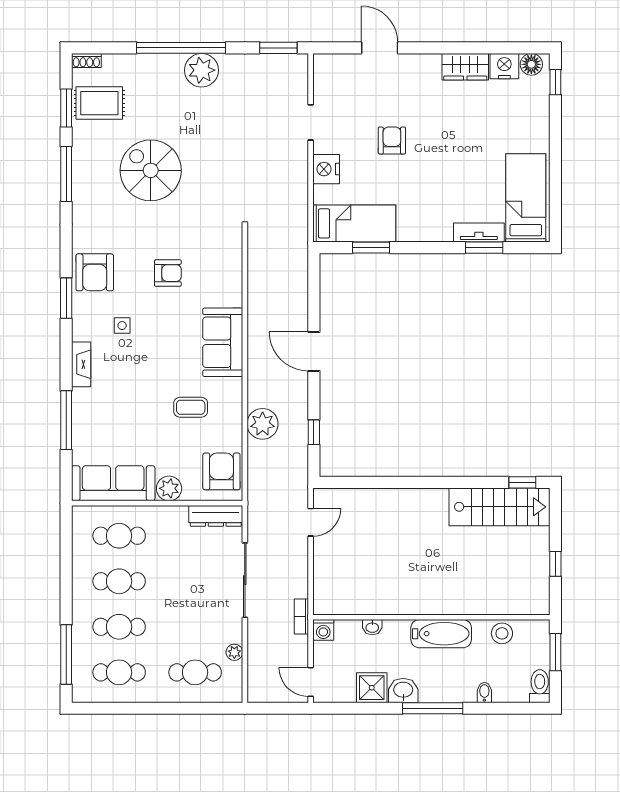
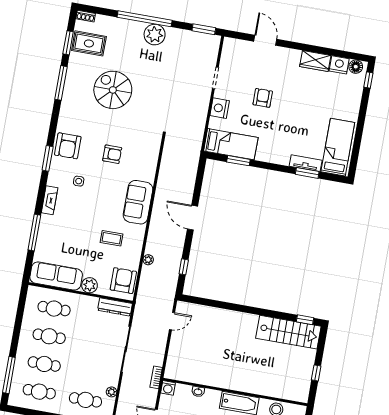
plant: (263, 424) -> (148, 260), width x0.53, depth x0.53

